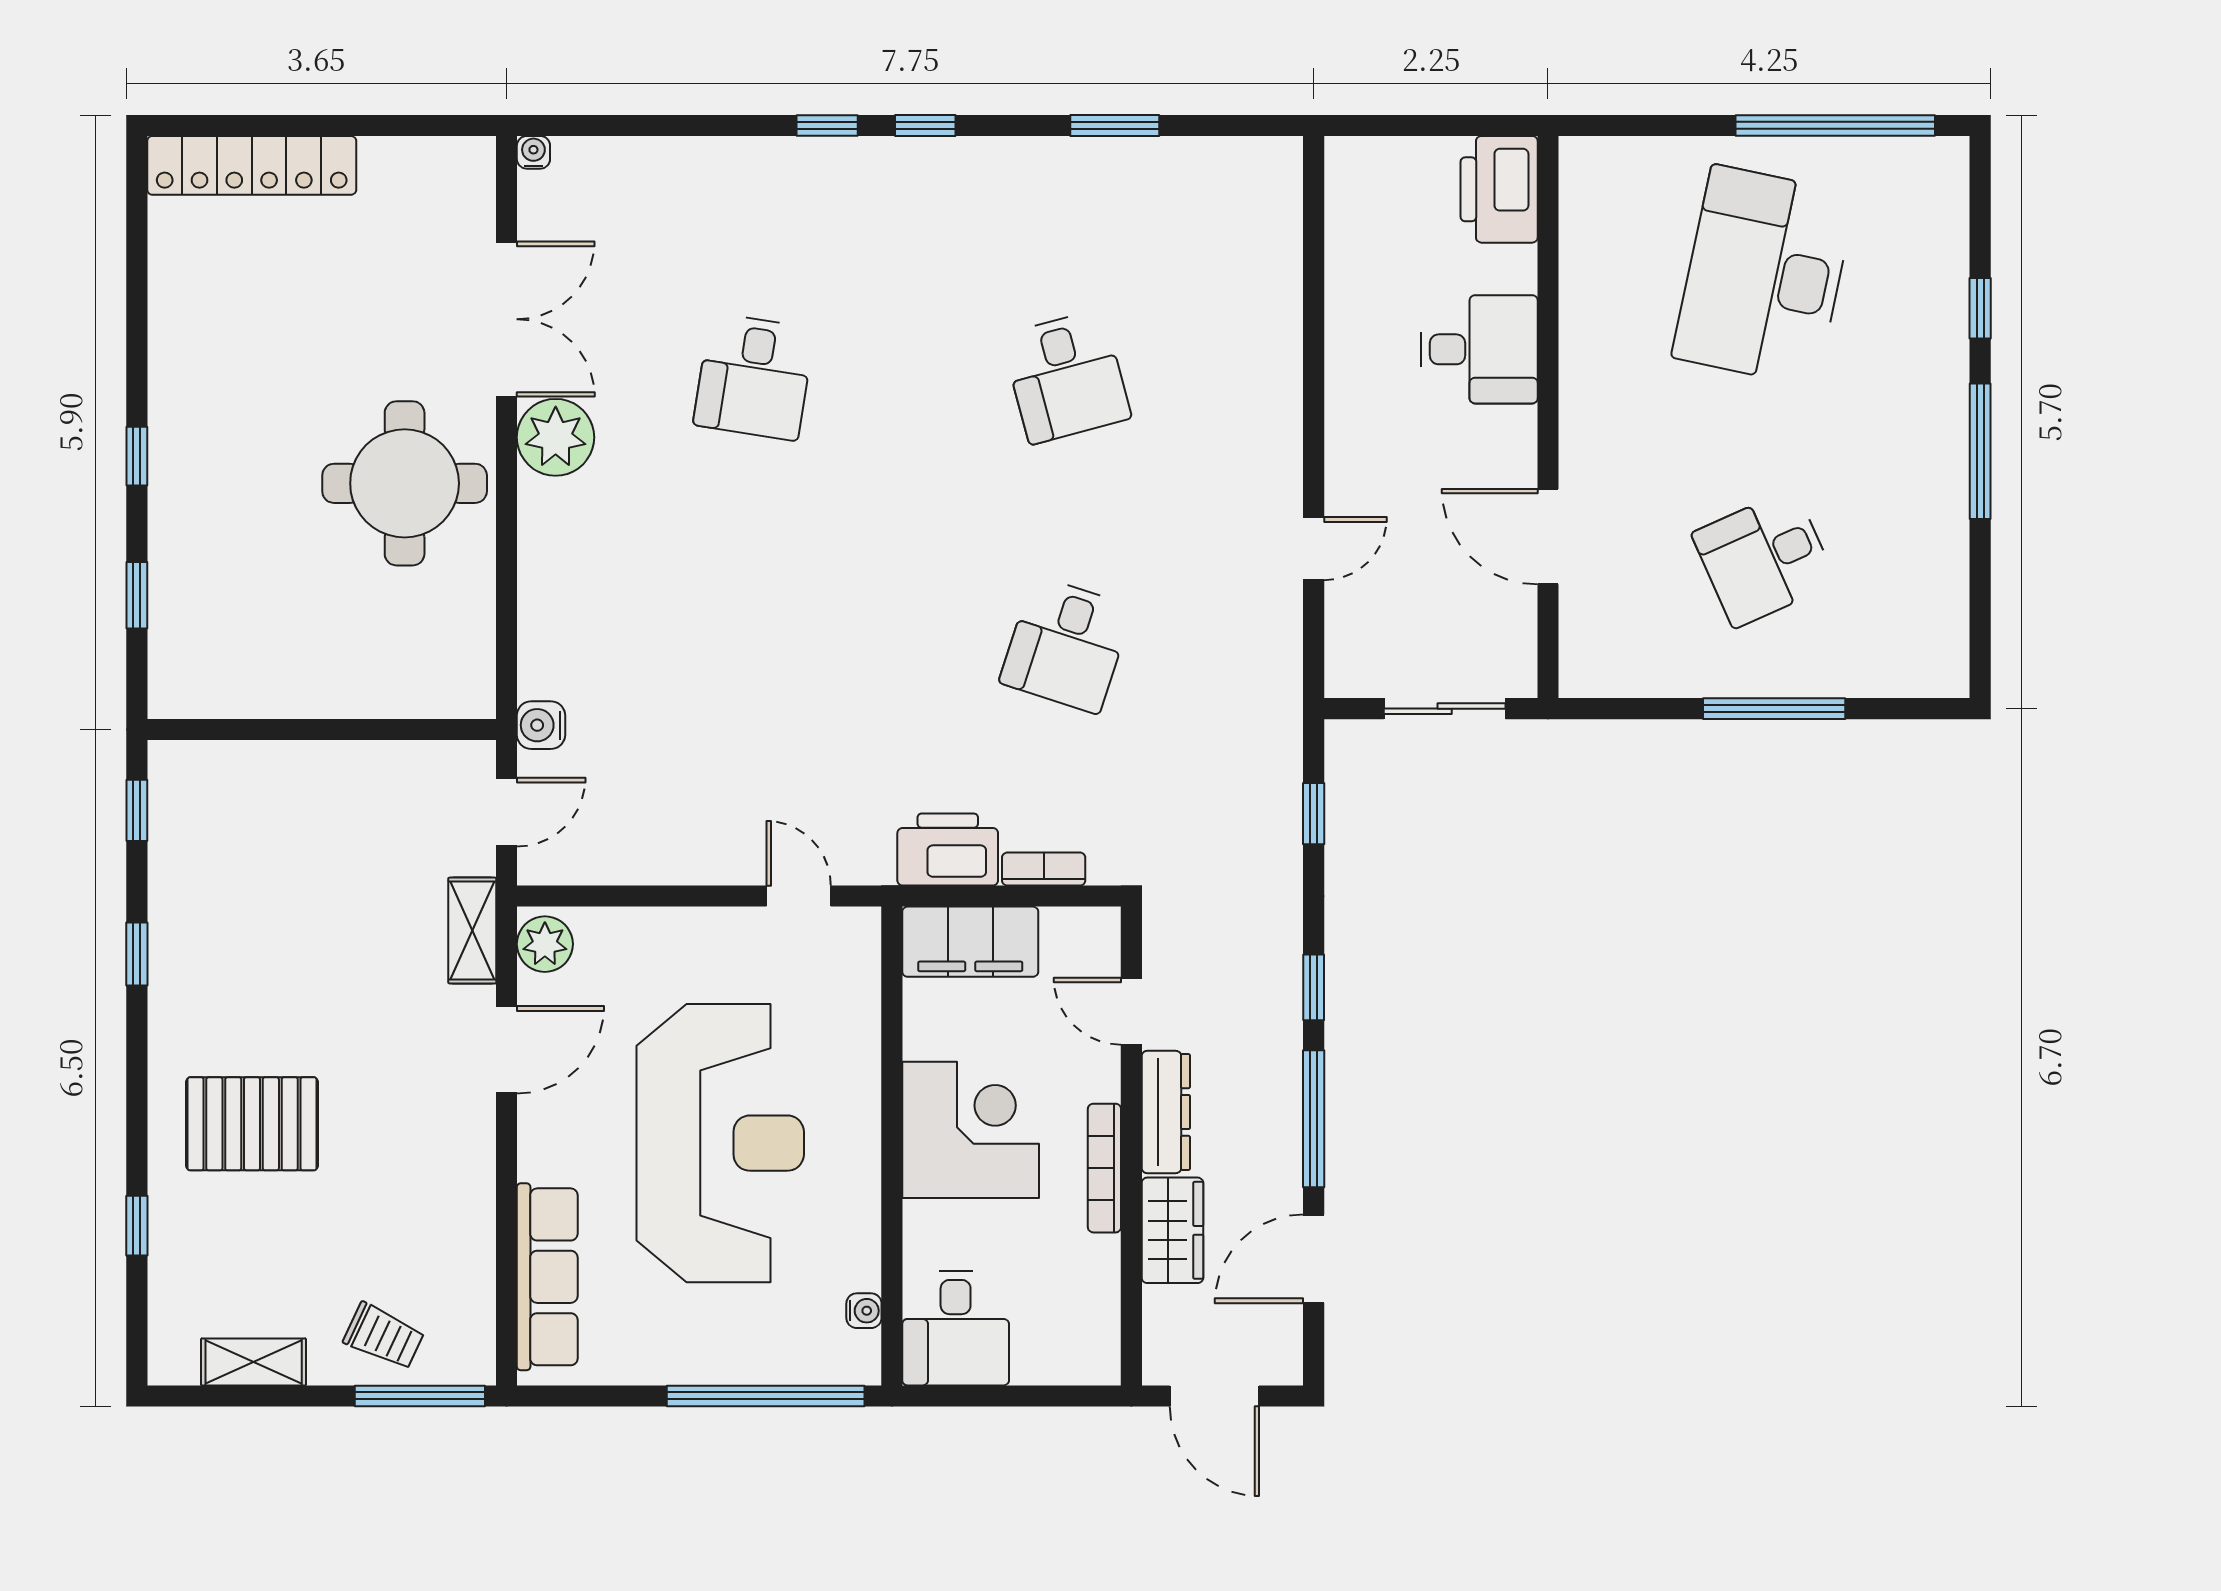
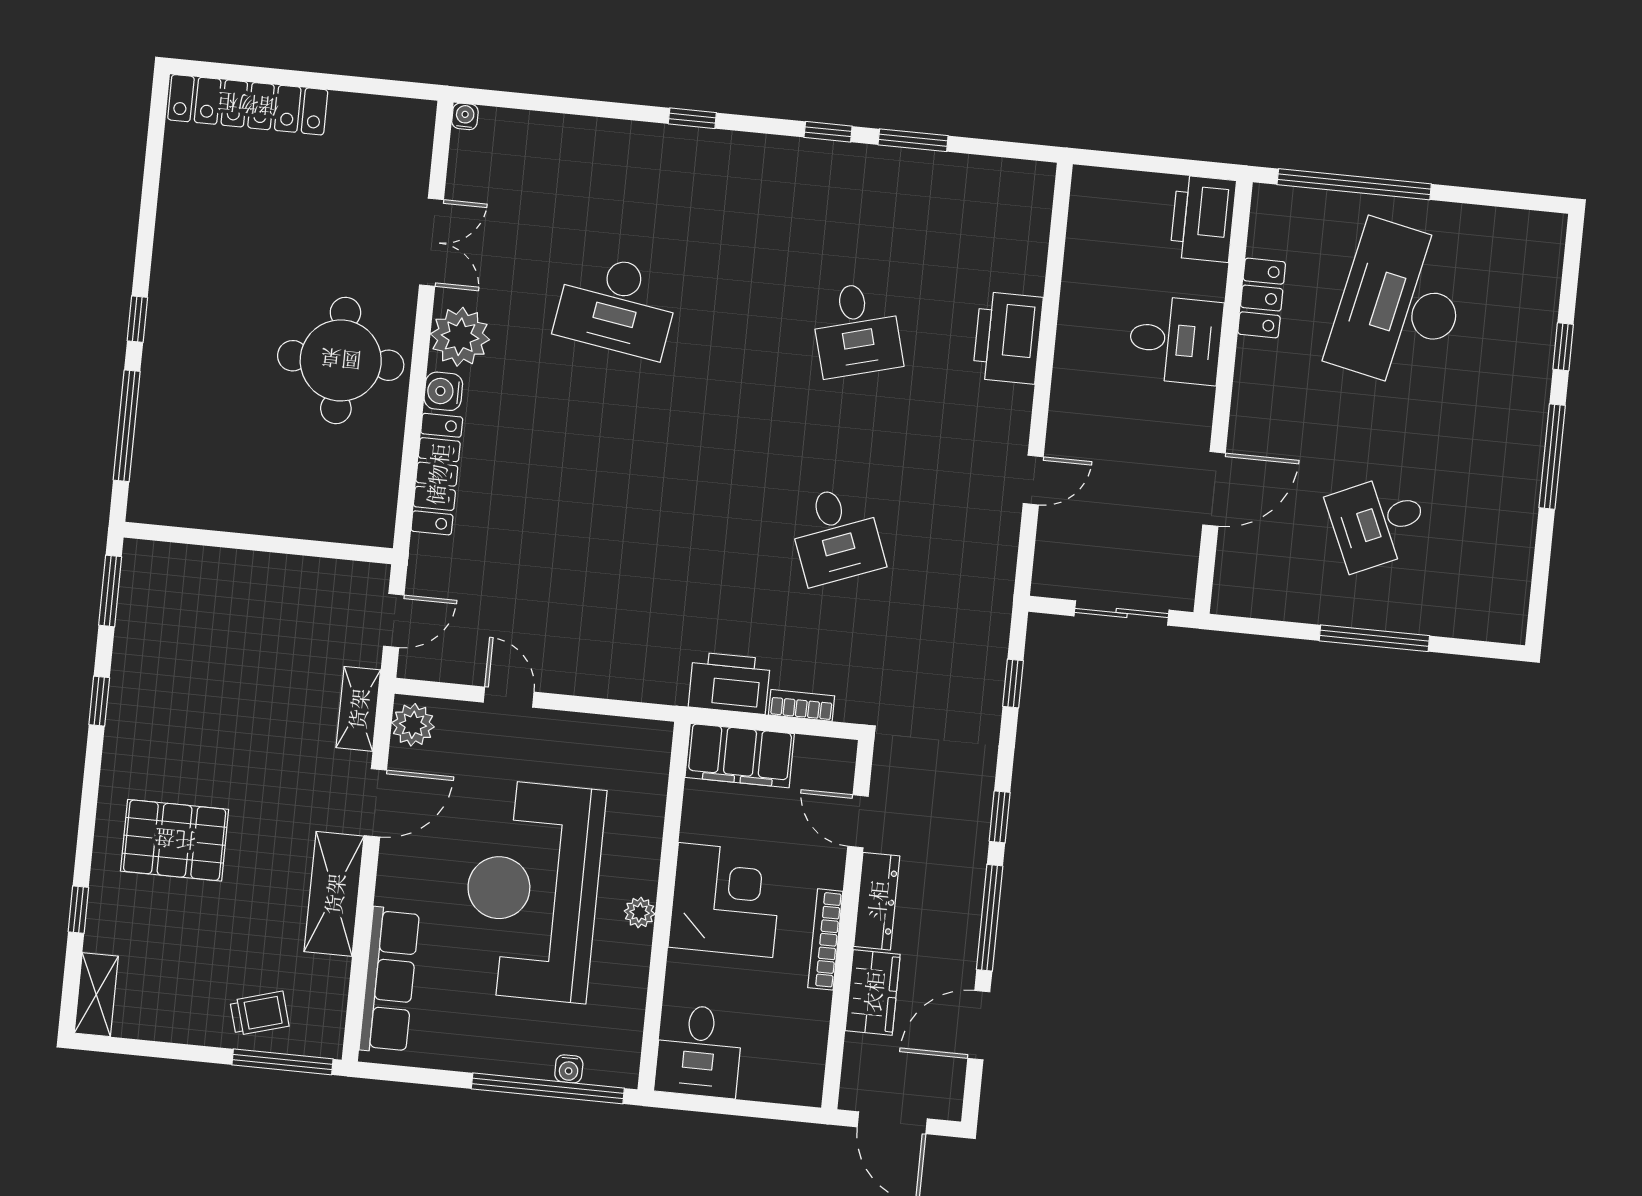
window: (925, 125) -> (828, 132), moved
window: (1835, 125) -> (1354, 184), moved
locker: (1585, 284) -> (1262, 298), added
double door: (507, 319) -> (431, 242), width x0.73
printer: (1262, 368) -> (1008, 338), added
desk: (754, 377) -> (617, 305), width x1.37
door: (1548, 537) -> (1214, 489), swing flipped
window: (137, 595) -> (127, 426), width x2.17
locker: (543, 618) -> (437, 474), added
desk: (1066, 645) -> (836, 535), turned -39
water cooler: (541, 725) -> (443, 391), moved
window: (137, 810) -> (110, 591), width x1.50
door: (799, 896) -> (509, 697), moved
reception desk: (720, 1143) -> (532, 891), turned 180
plant: (861, 1157) -> (640, 912), added
shelving: (465, 1172) -> (334, 894), added
water cooler: (864, 1311) -> (569, 1069), moved, turned 90
trolley: (384, 1336) -> (259, 1013), turned -41
shelving: (254, 1362) -> (96, 995), moved, turned 90

